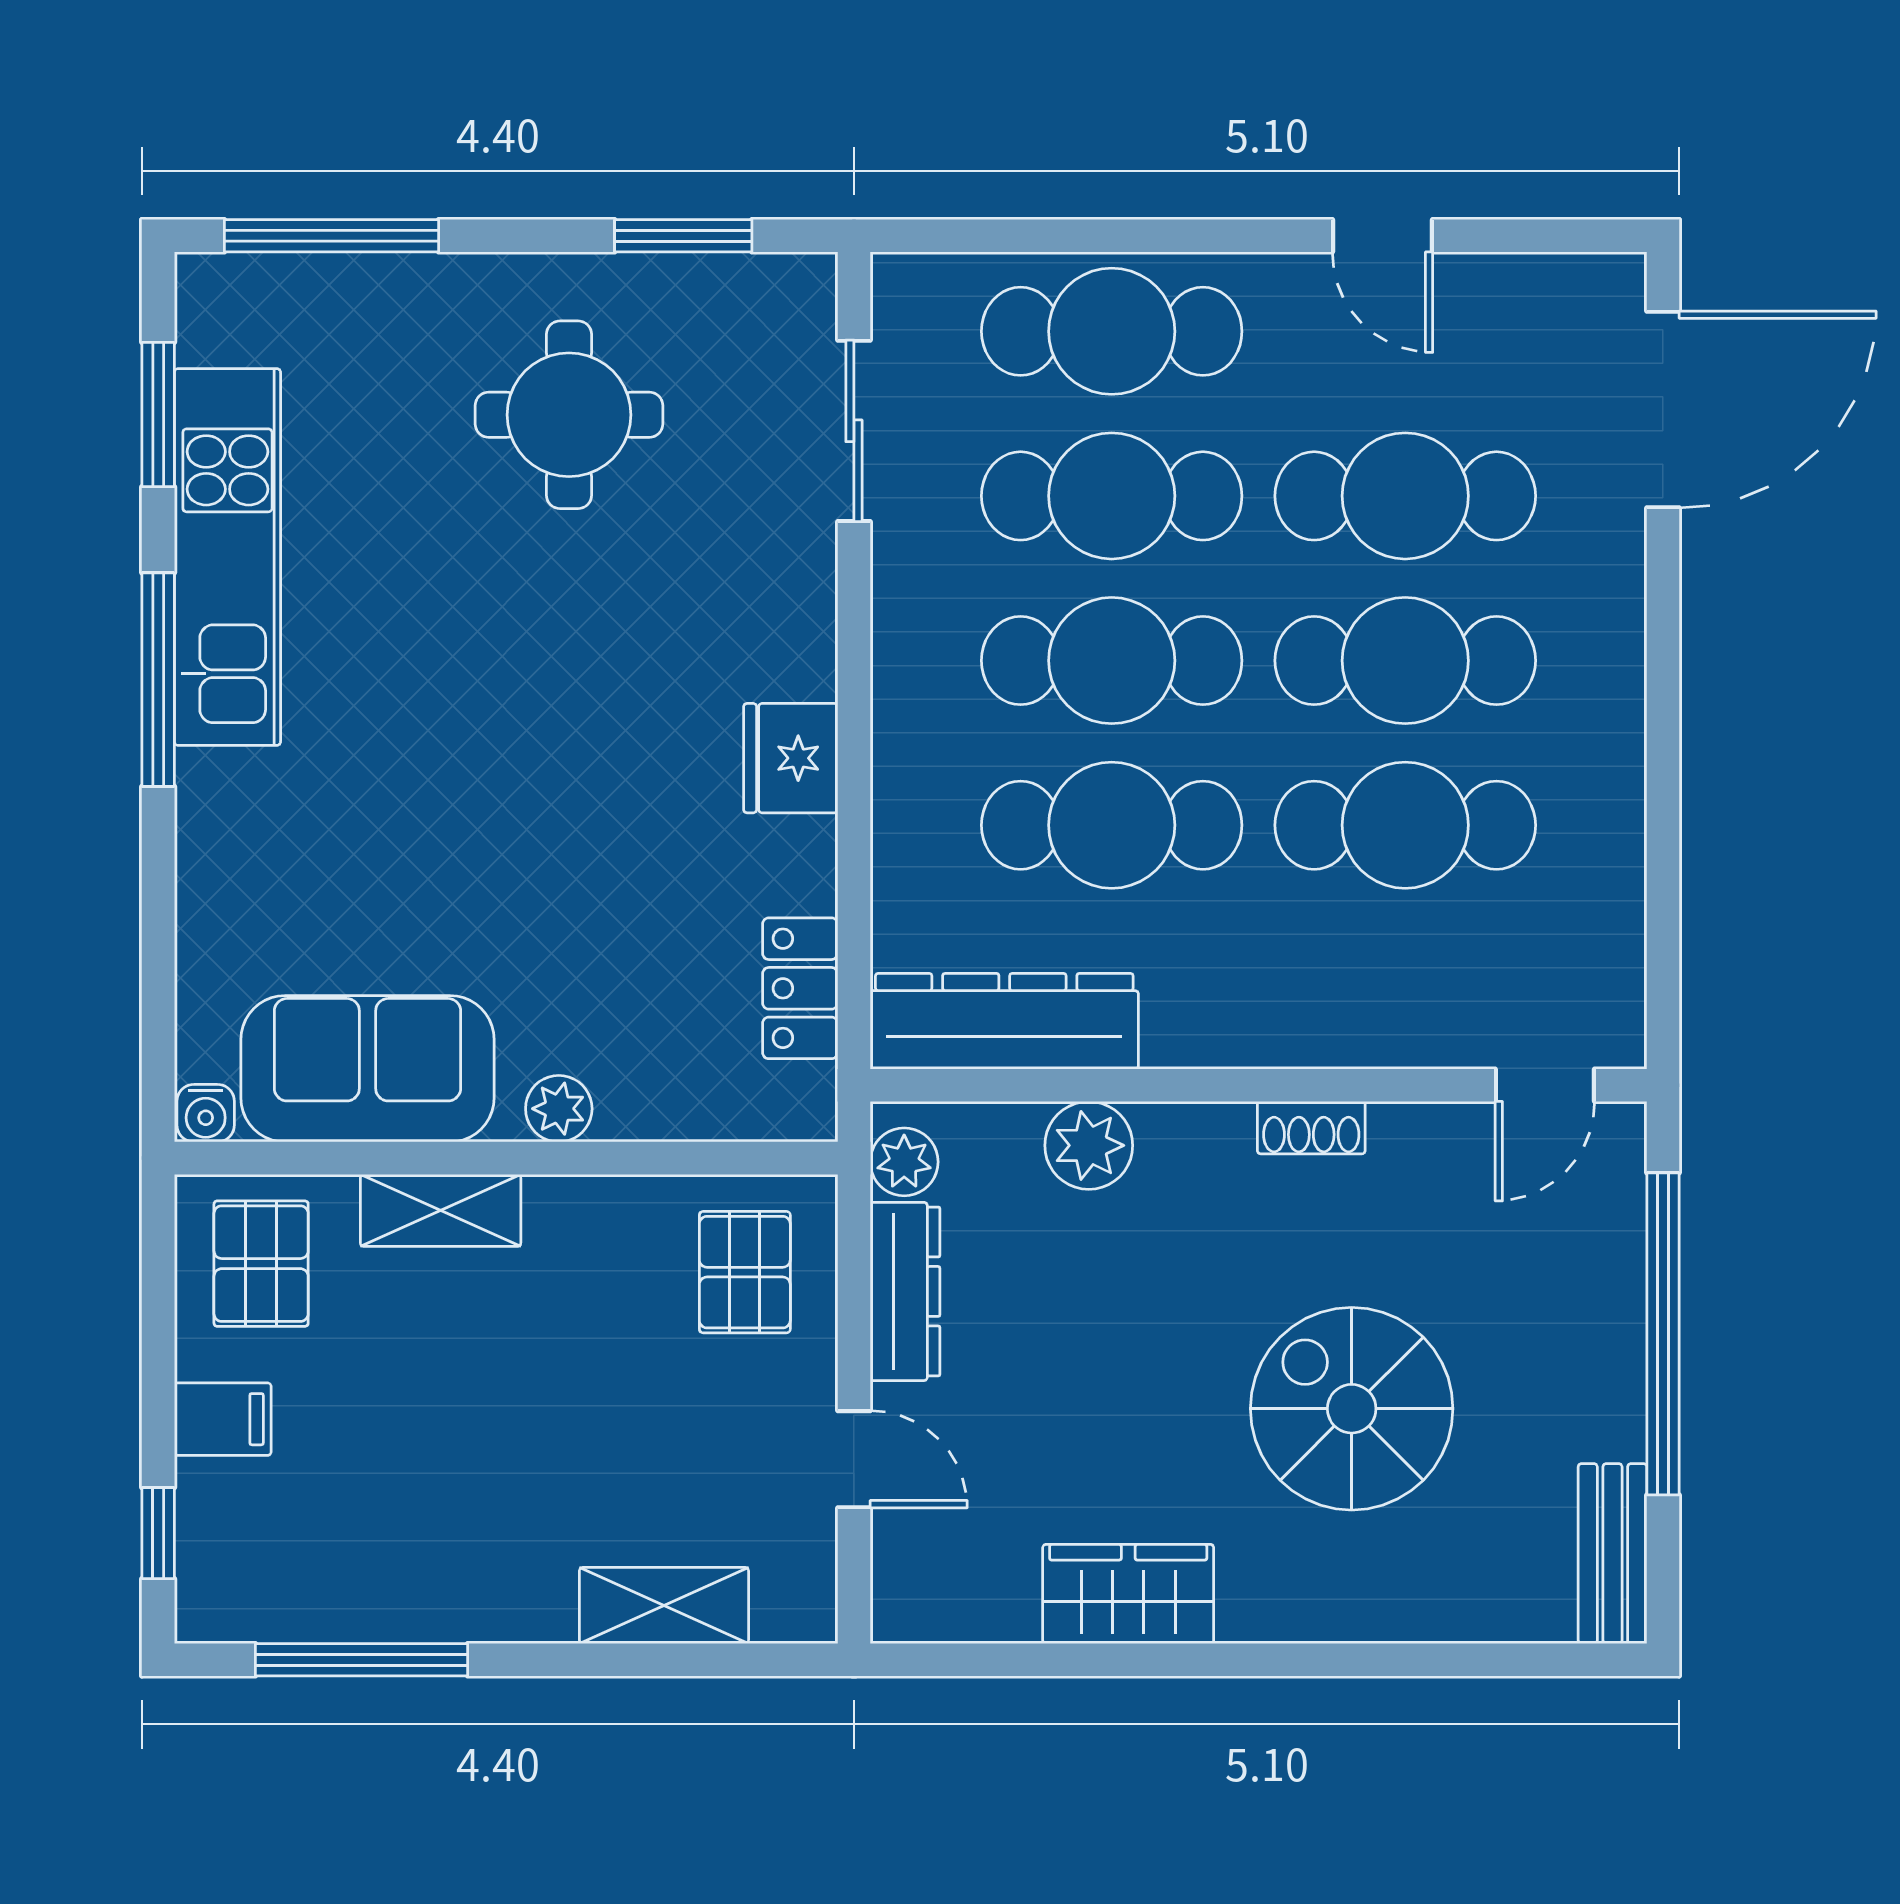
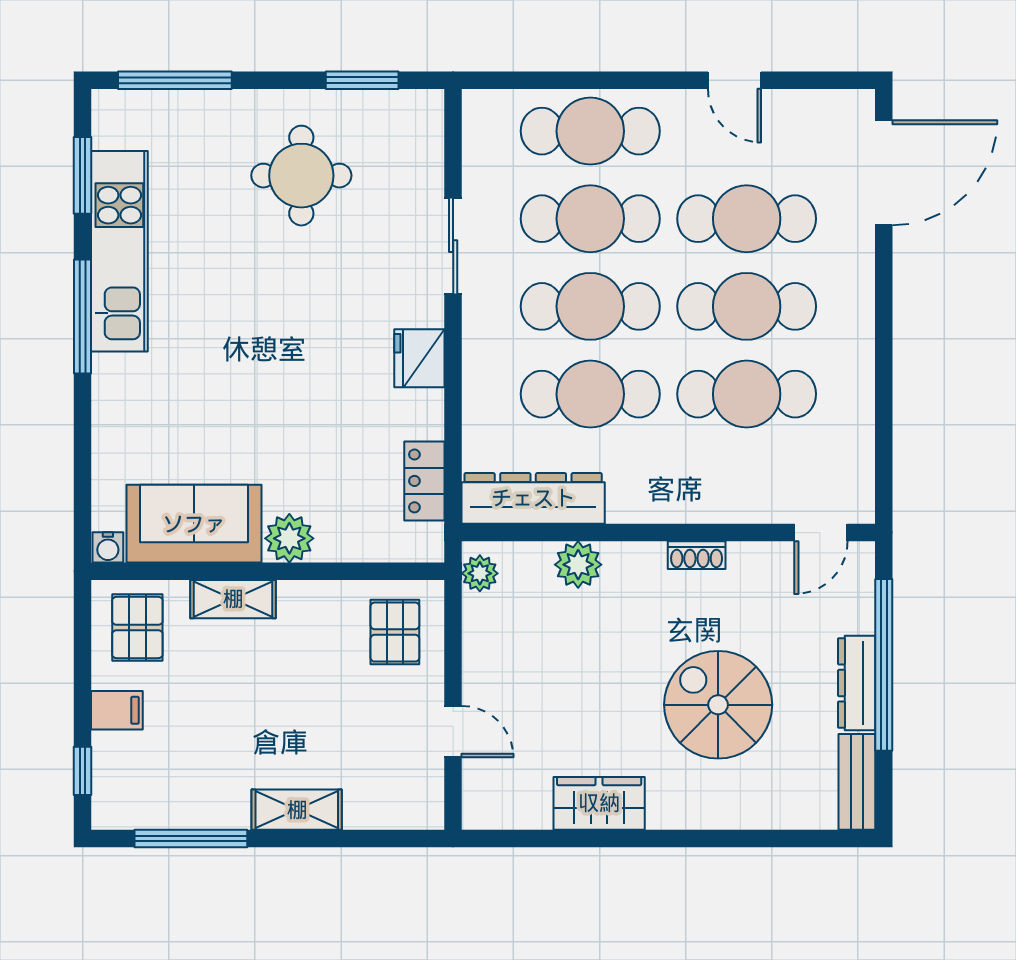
sliding door: (854, 431) -> (453, 246), moved
plant: (559, 1109) -> (289, 538), width x1.38, depth x1.38
dresser: (905, 1291) -> (857, 683), moved, turned 180
shelving: (664, 1605) -> (297, 810), moved

